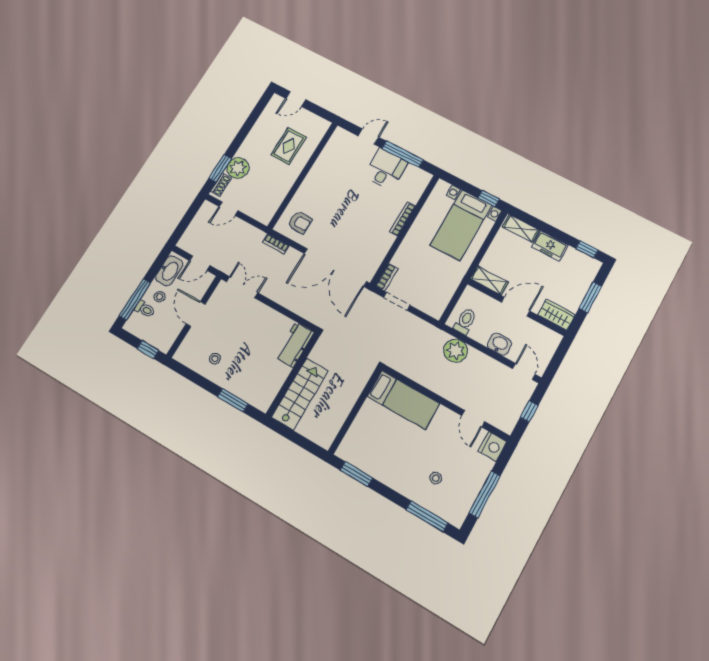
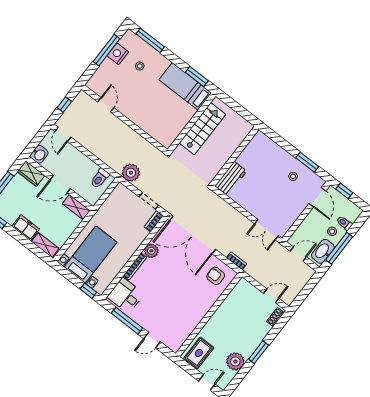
rug: (289, 146) -> (199, 353), moved
window: (220, 168) -> (259, 352), moved
plant: (238, 168) -> (235, 361), moved
desk: (386, 169) -> (126, 296), moved, turned 90
window: (489, 199) -> (88, 291), moved
plant: (385, 241) -> (151, 251), added
double door: (335, 267) -> (193, 235), swing flipped
window: (135, 299) -> (339, 248), moved
door: (196, 314) -> (317, 197), moved
washbasin: (500, 344) -> (39, 154), moved, turned -90
plant: (456, 351) -> (131, 173), moved
stairs: (300, 394) -> (202, 129), moved, turned 180
window: (233, 400) -> (307, 162), moved
bed: (403, 400) -> (185, 86), moved
nightstand: (492, 447) -> (118, 54), moved

